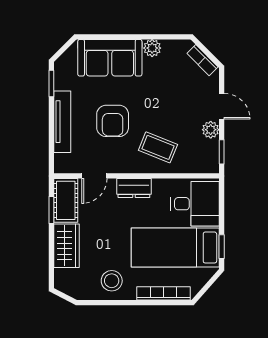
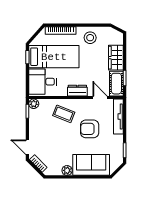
door: (222, 106) -> (27, 147), moved
armchair: (113, 121) -> (90, 129), turned -90
tv unit: (62, 122) -> (118, 117), moved
plant: (211, 130) -> (34, 104), moved
door: (94, 176) -> (100, 97), hinge flipped

